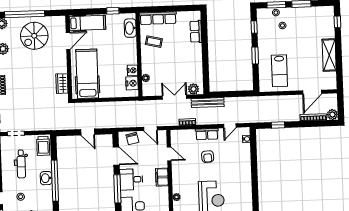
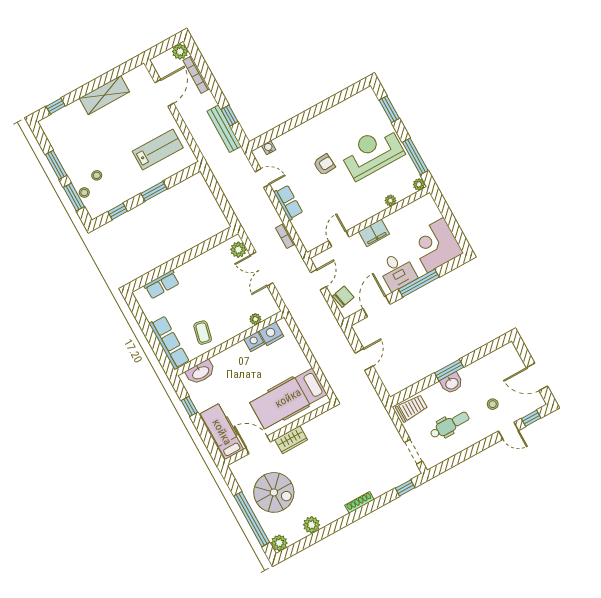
wardrobe: (62, 84) -> (291, 440), moved
door: (312, 92) -> (164, 93), hinge flipped
bench: (208, 103) -> (224, 129), moved
armchair: (208, 157) -> (324, 165), moved
window: (55, 181) -> (449, 370), width x0.47

